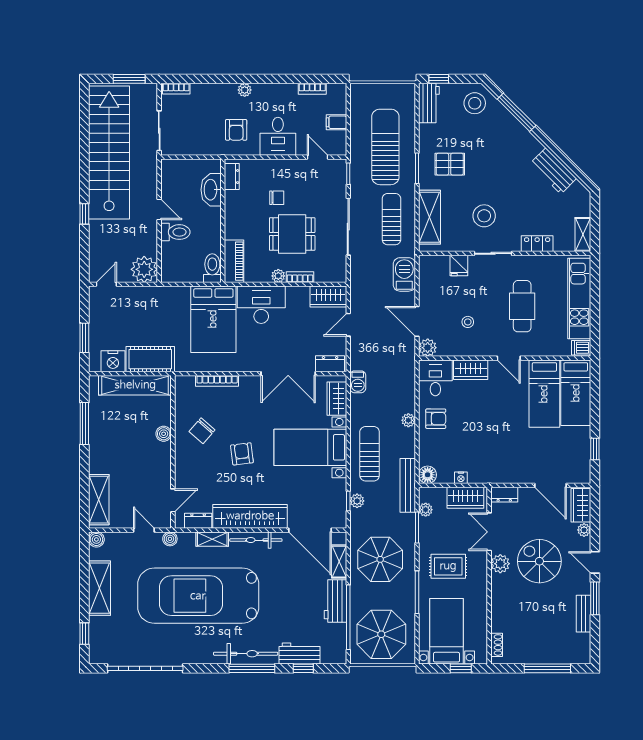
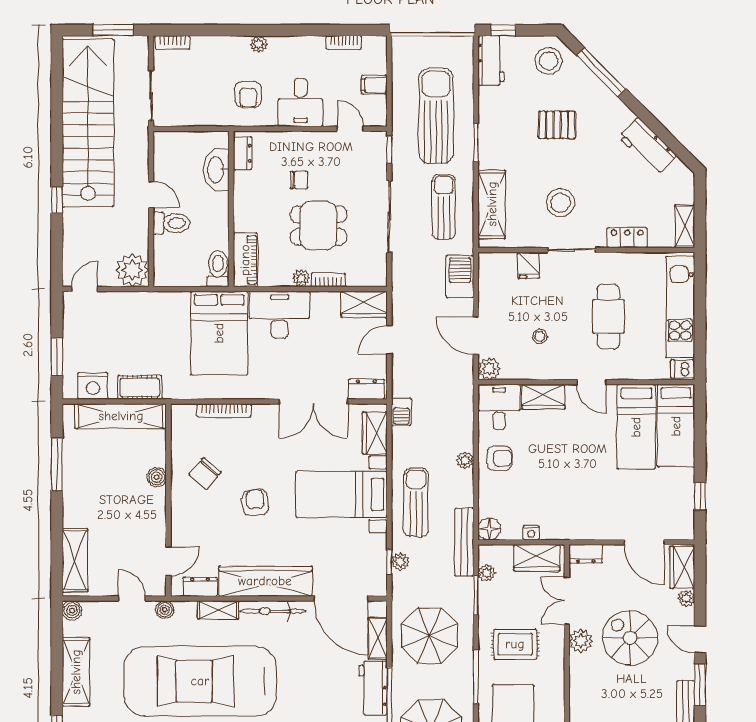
pallet: (450, 164) -> (557, 125), moved
cot: (150, 359) -> (140, 387), width x0.73, depth x0.75

